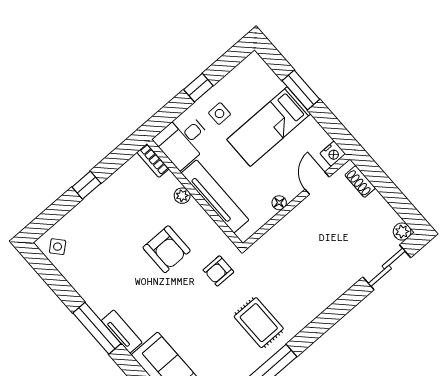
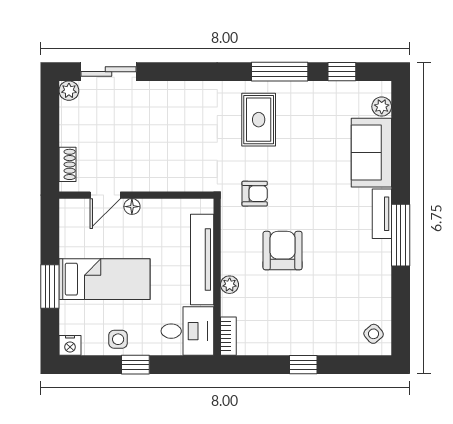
side table: (220, 114) -> (118, 339), moved
nightstand: (333, 154) -> (70, 345), moved, turned 180
floor lamp: (279, 203) -> (132, 207), moved

